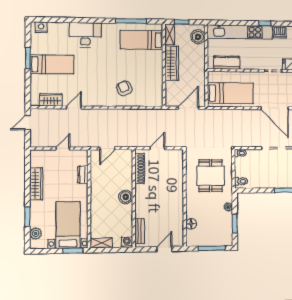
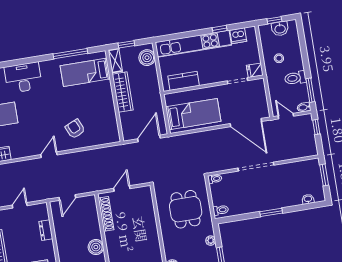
door: (74, 107) -> (49, 155), moved

